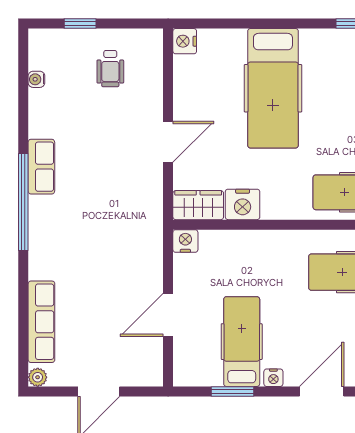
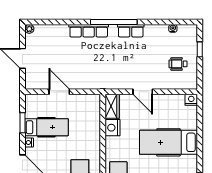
nightstand: (185, 241) -> (95, 100), removed
row of seats: (41, 322) -> (89, 31), moved

